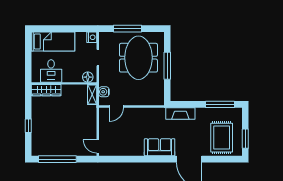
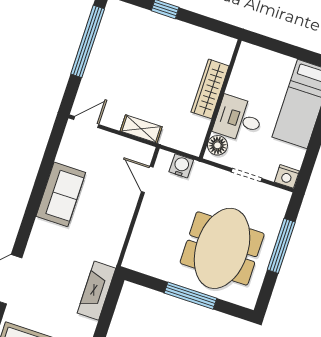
meeting table: (138, 58) -> (222, 248), turned 90
desk: (51, 71) -> (238, 119), moved
wardrobe: (46, 90) -> (210, 89), moved
shelving: (92, 95) -> (141, 129), moved
sofa: (160, 147) -> (61, 194), moved

